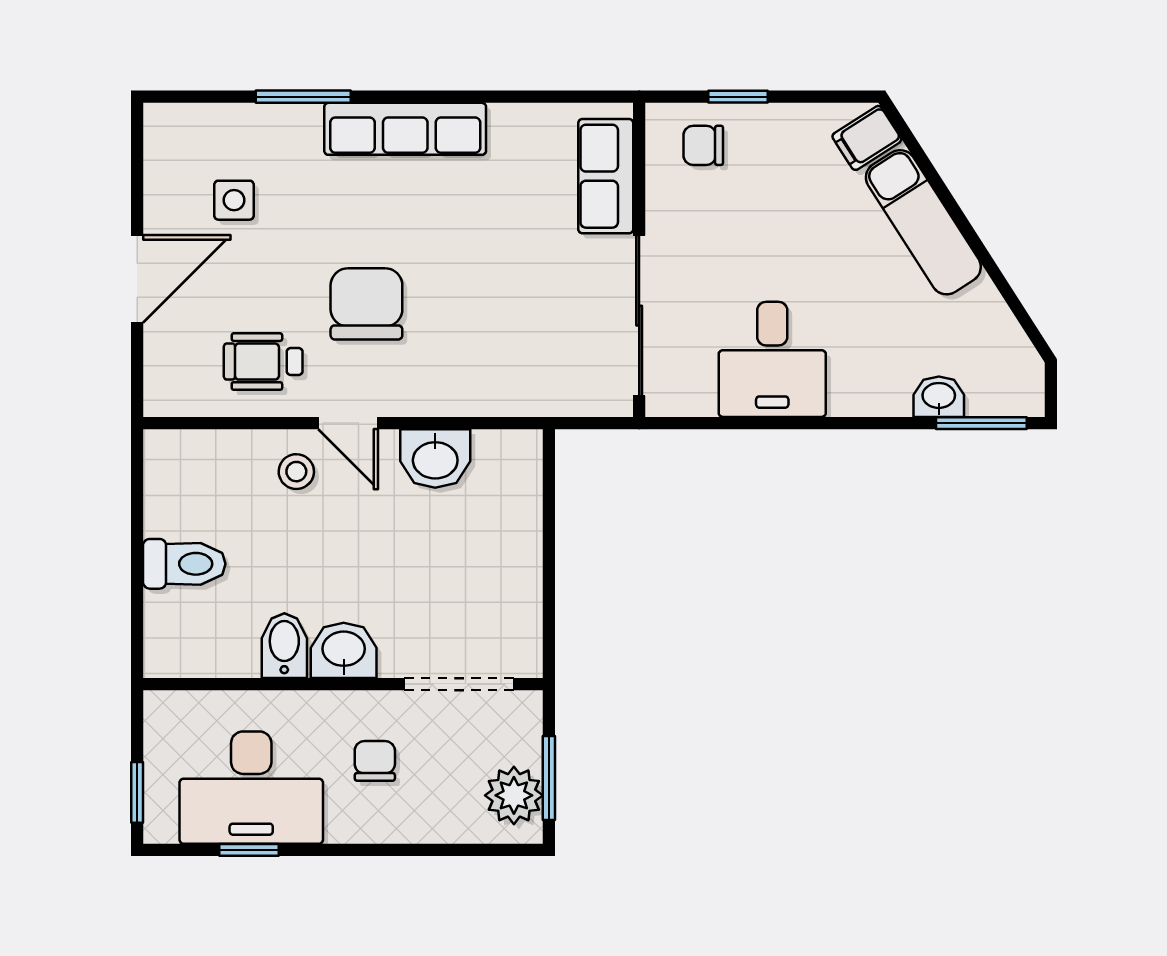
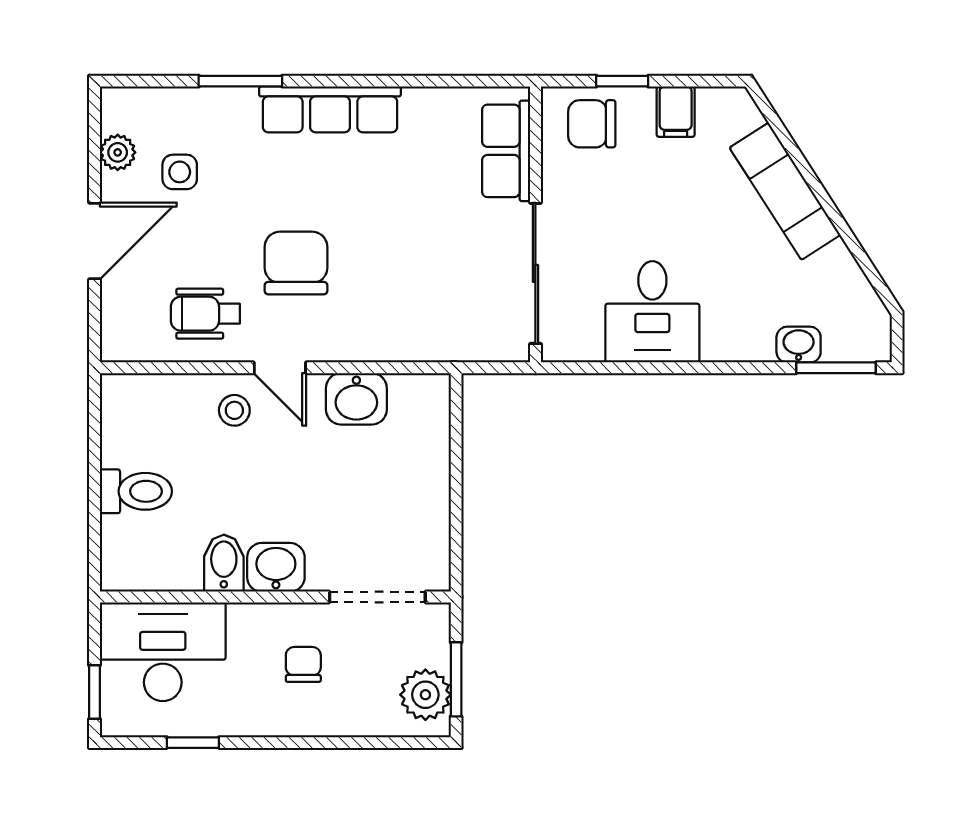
filing cabinet: (867, 138) -> (676, 112), moved, turned -57
chair: (703, 145) -> (592, 124), width x1.37, depth x1.37
plant: (163, 178) -> (118, 152), added
desk: (251, 788) -> (163, 652), moved, turned 180

